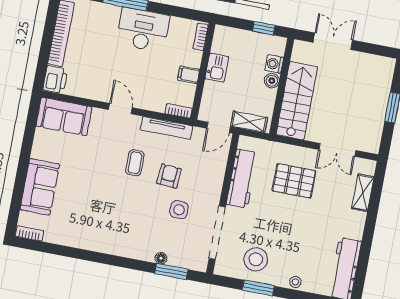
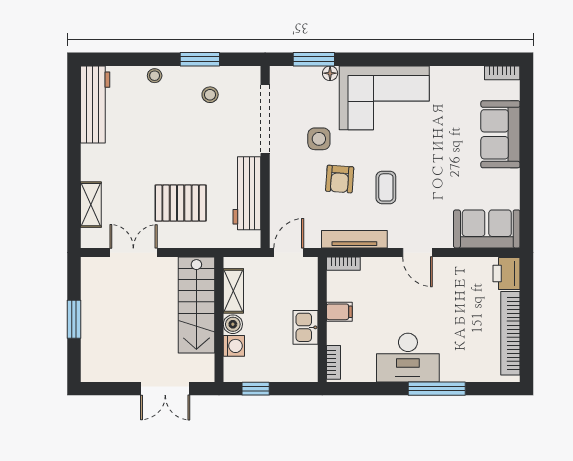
shelving: (249, 122) -> (233, 291), moved, turned 90
corner sofa: (123, 232) -> (384, 98), added
stool: (256, 259) -> (210, 95), width x0.53, depth x0.53

